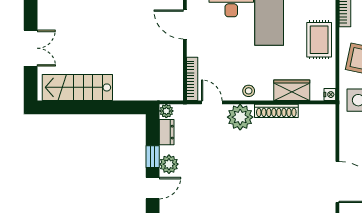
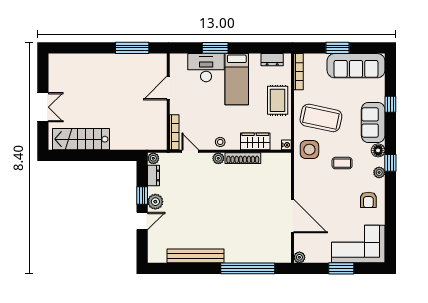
door: (185, 24) -> (168, 88), hinge flipped
plant: (240, 117) -> (218, 158), width x0.53, depth x0.53

